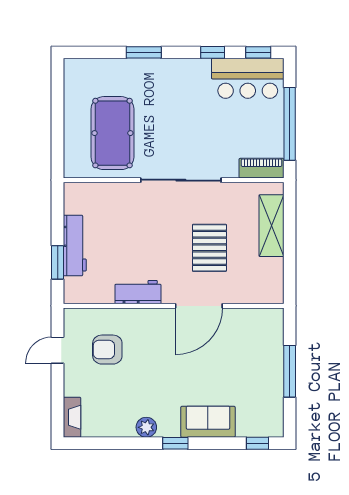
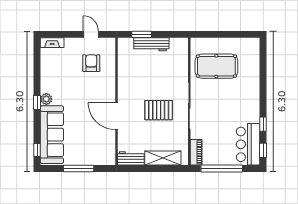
window: (144, 52) -> (263, 84), removed
pallet: (209, 248) -> (159, 110), moved
workbench: (138, 292) -> (131, 158), moved, turned -90
sofa: (208, 422) -> (52, 135), width x1.85, depth x1.27
plant: (146, 427) -> (46, 99), moved

